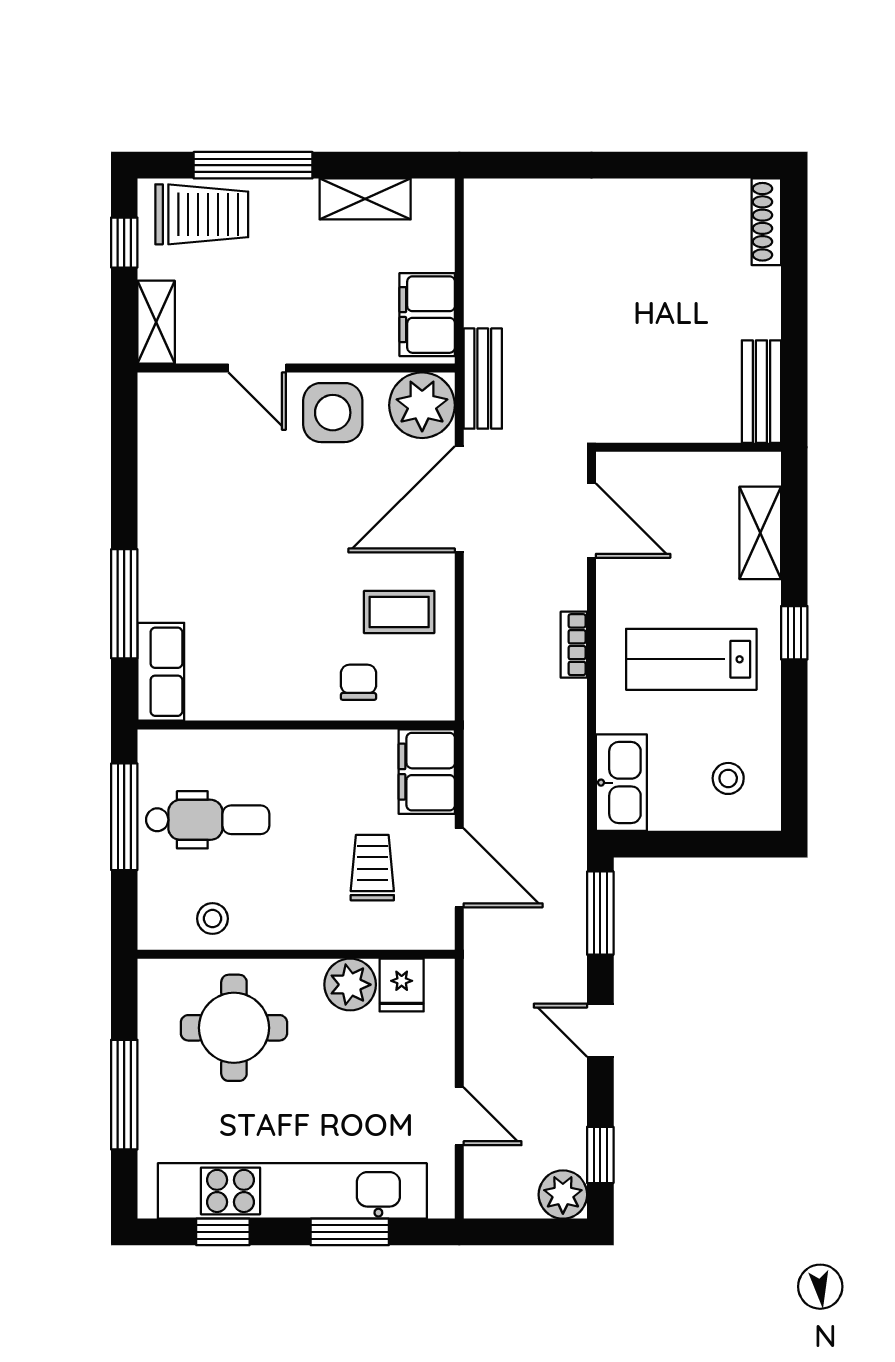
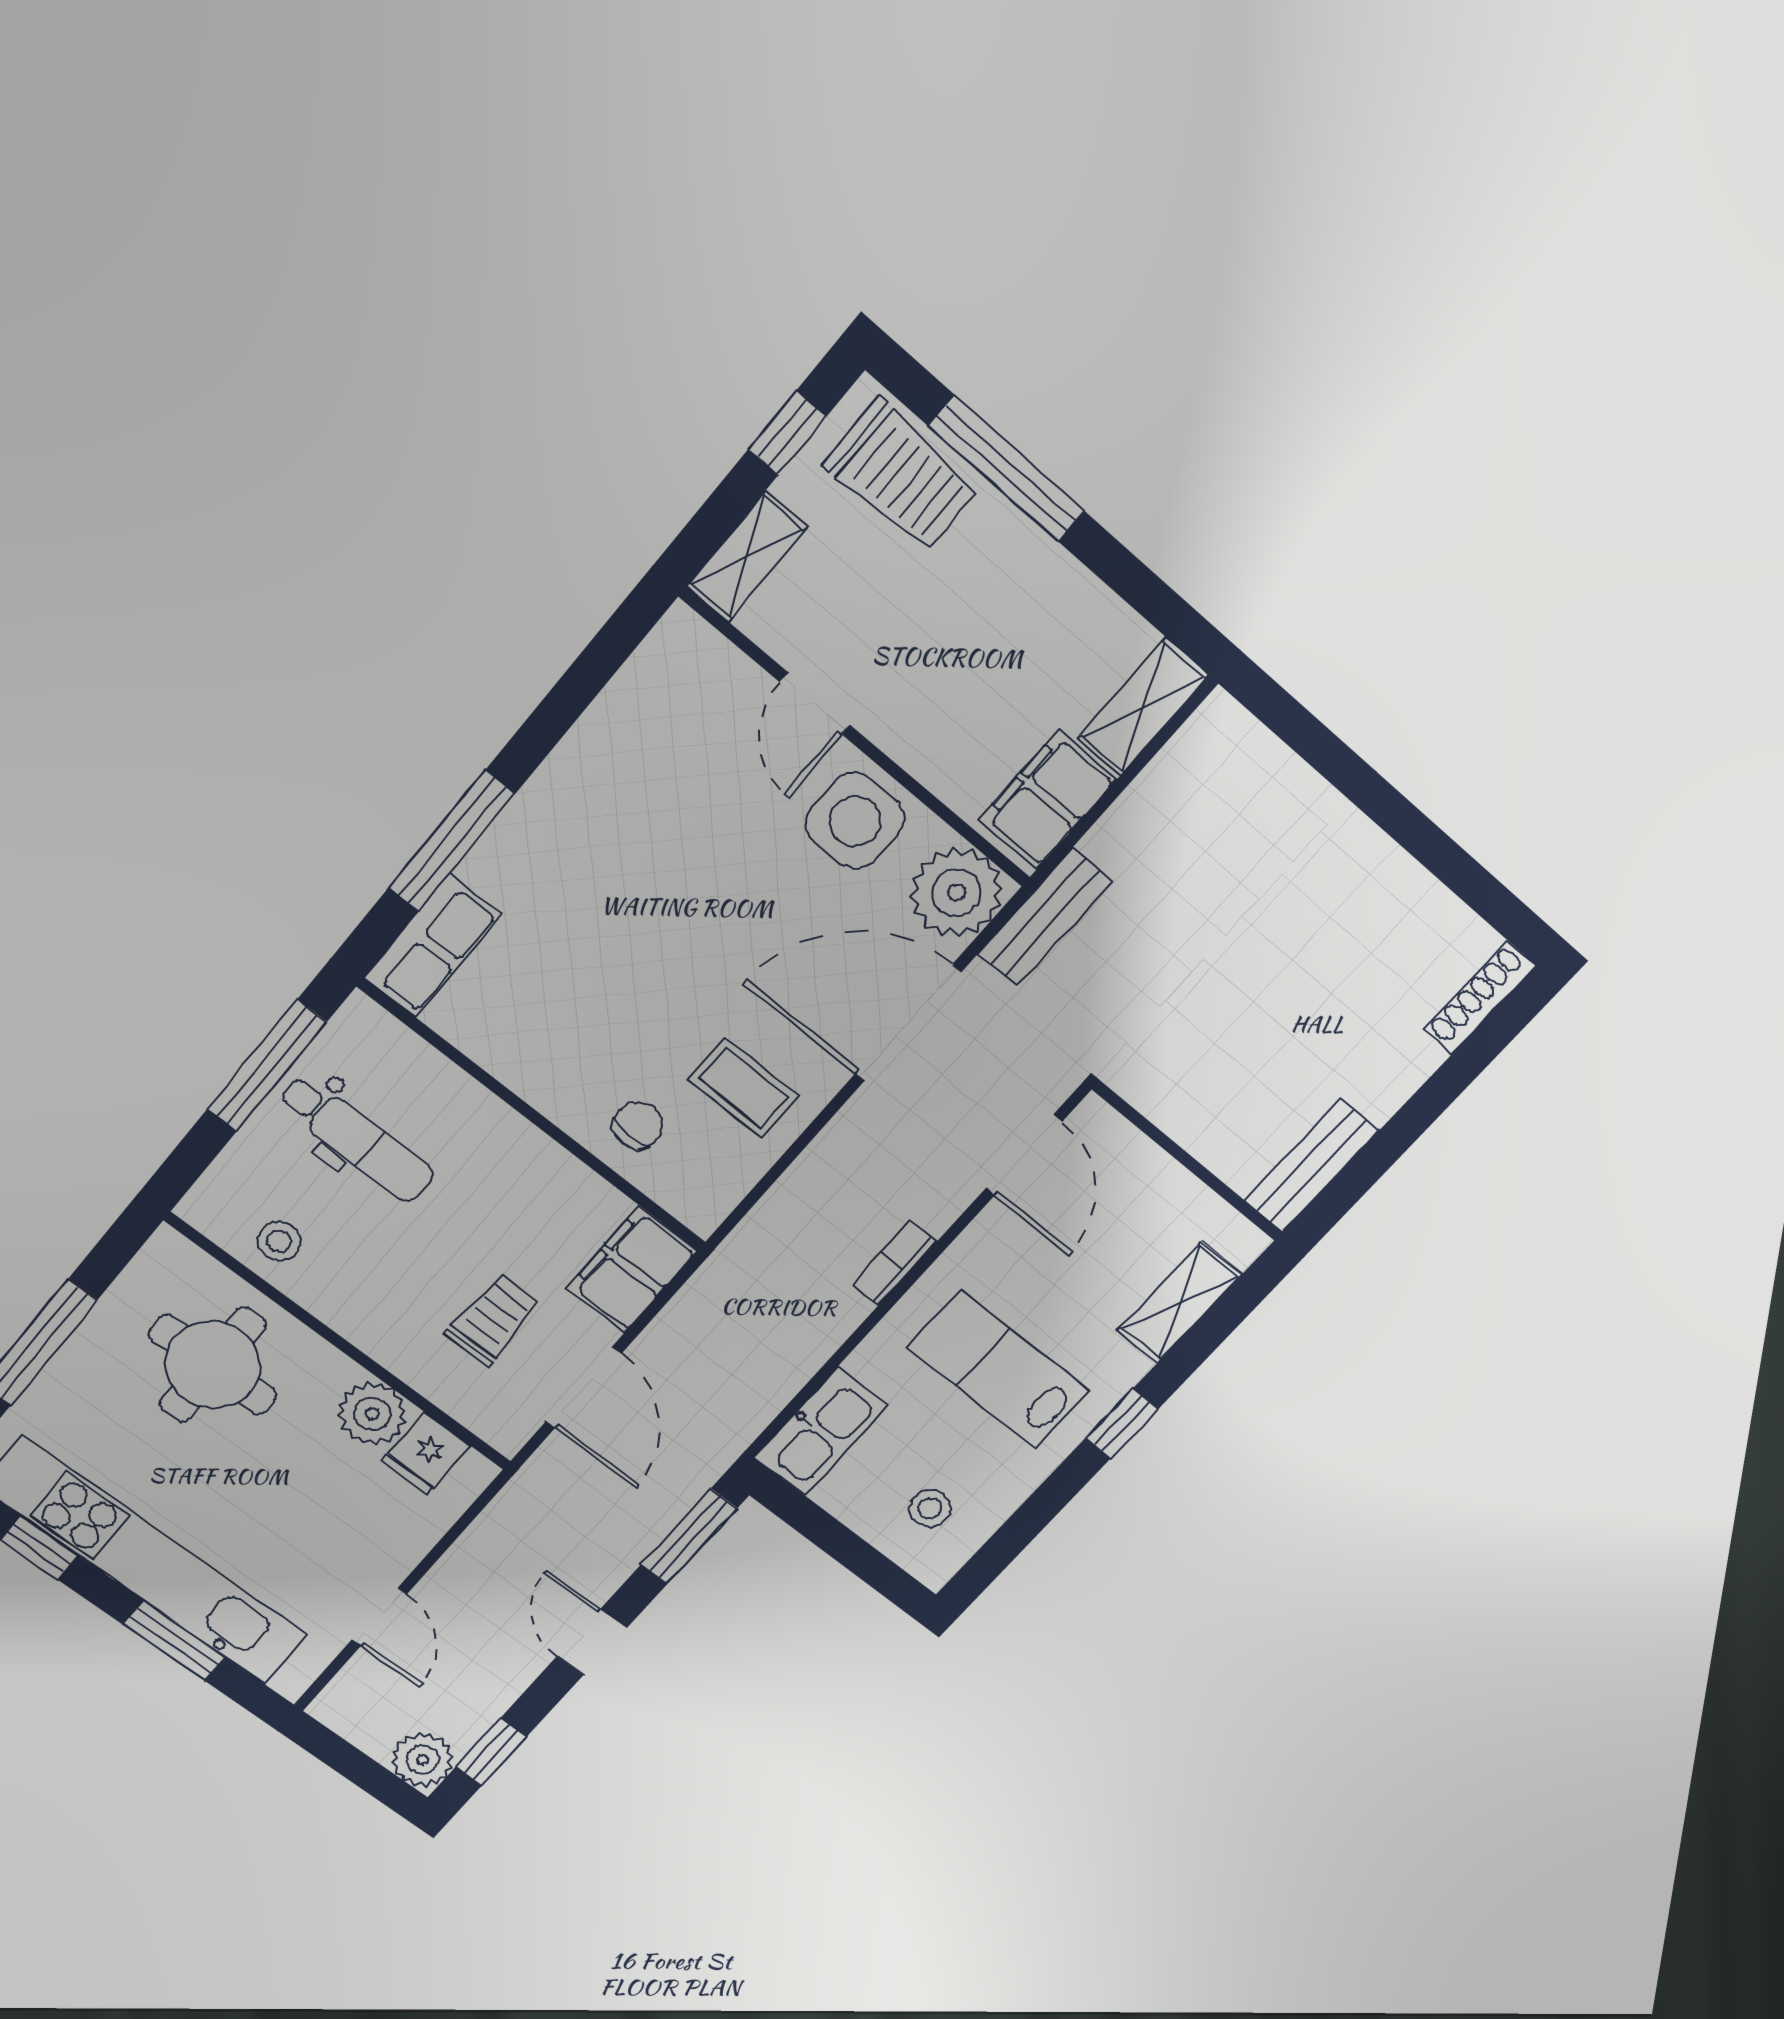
shelving: (365, 199) -> (1143, 707), moved, turned 90

